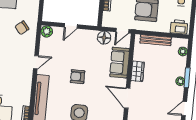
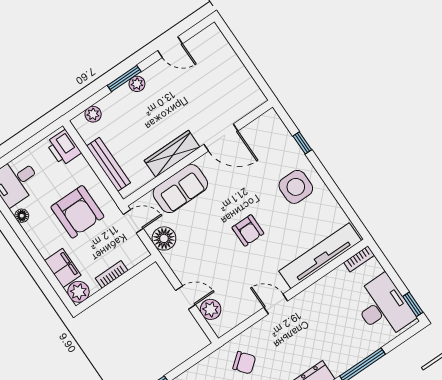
plant: (47, 31) -> (211, 309), moved
wardrobe: (138, 71) -> (172, 154), width x1.50
door: (127, 98) -> (221, 138), hinge flipped

